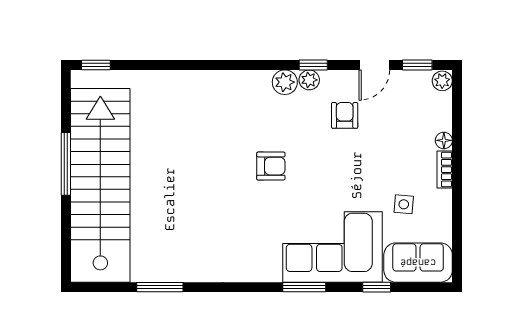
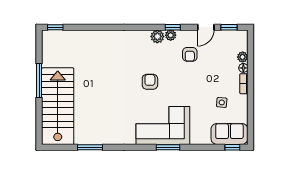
plant: (442, 81) -> (243, 57), moved
armchair: (345, 115) -> (190, 54), turned 180
armchair: (271, 166) -> (150, 82), turned -90
stairs: (100, 185) -> (58, 106), width x0.73
corner sofa: (333, 247) -> (163, 125), moved
window: (377, 287) -> (232, 147), moved

